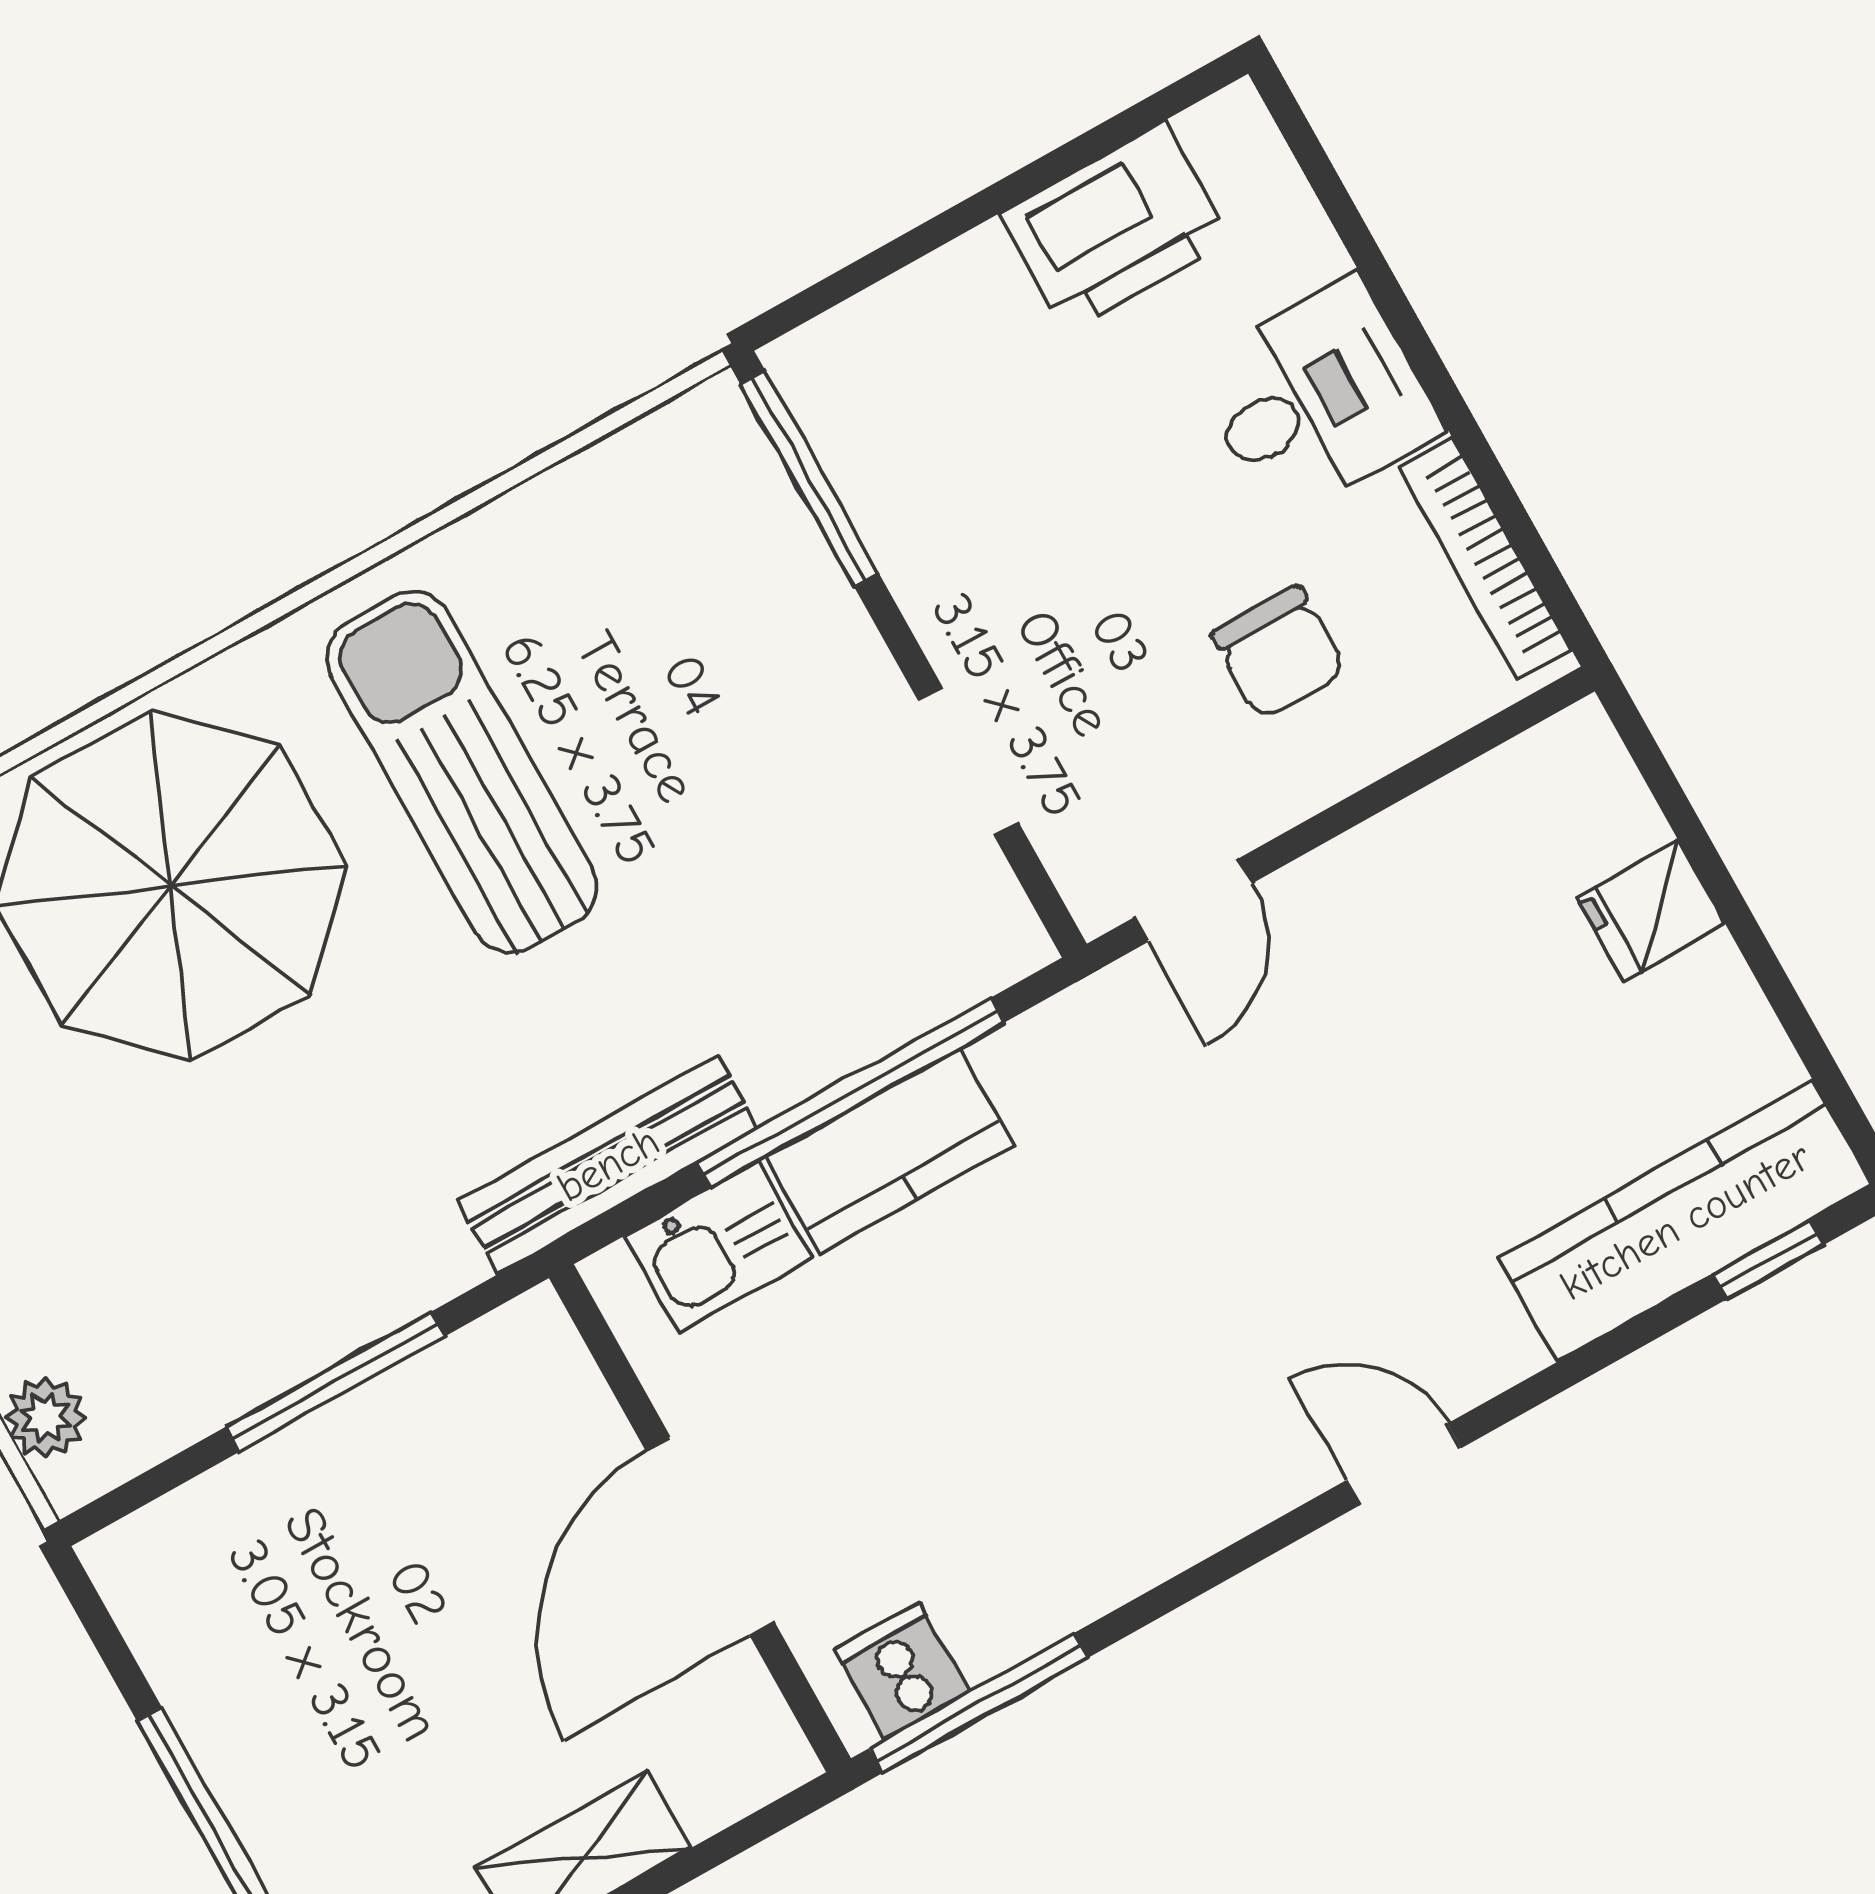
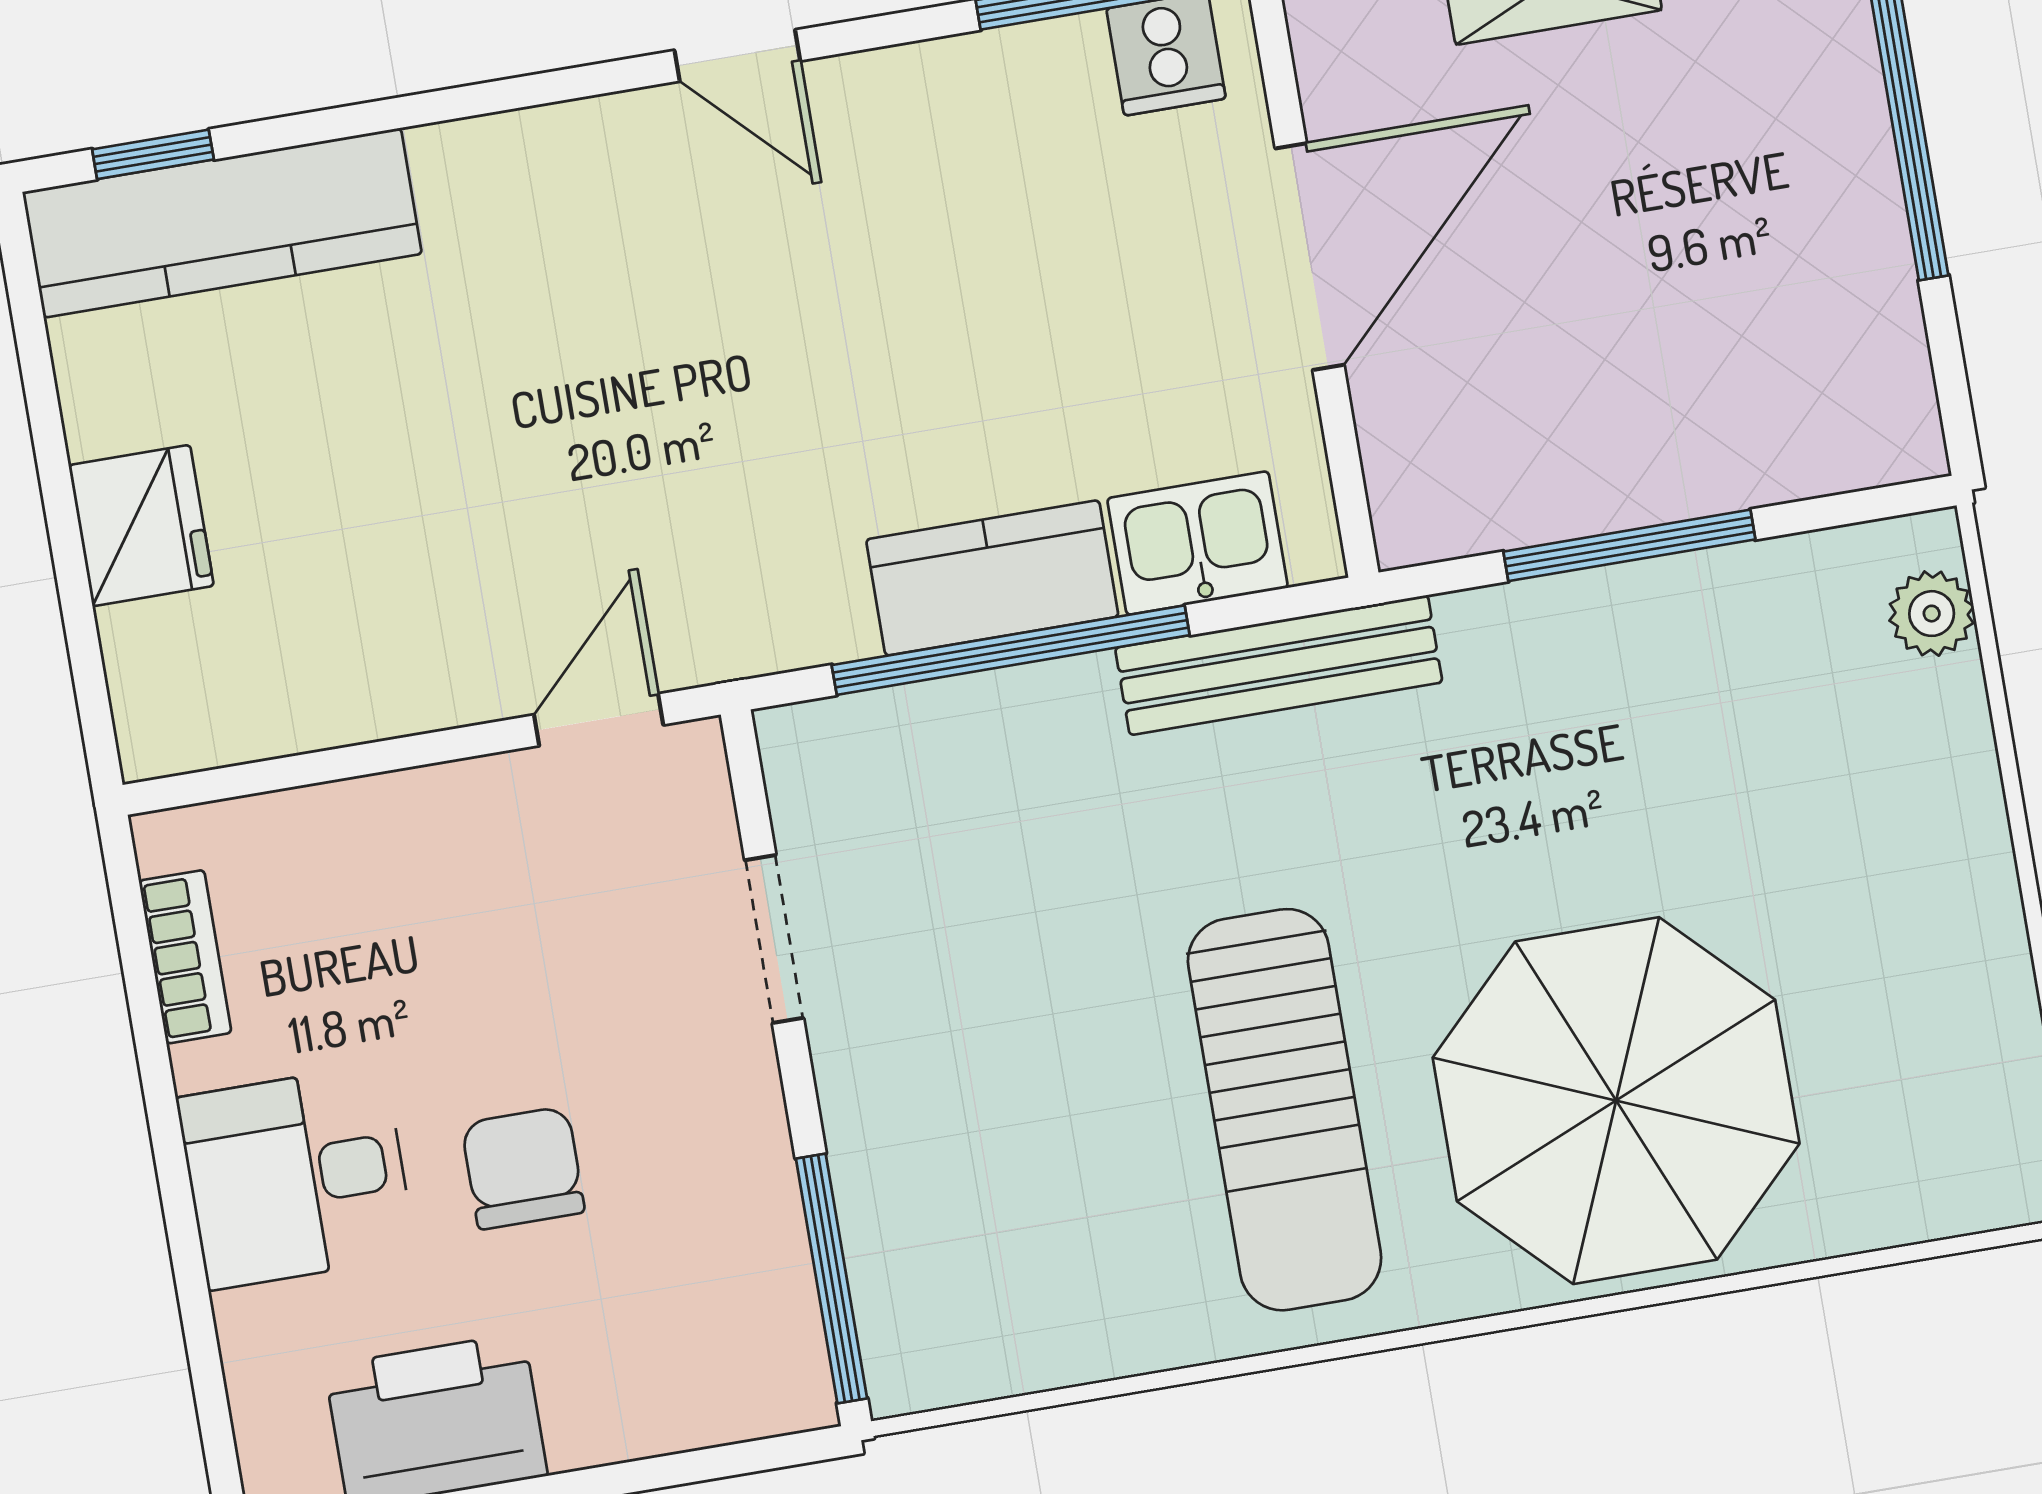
bookcase: (1485, 559) -> (185, 957), width x0.64
chair: (1279, 653) -> (523, 1168), moved
fridge: (1651, 911) -> (141, 526), width x1.38
door: (1404, 1464) -> (737, 56), moved

